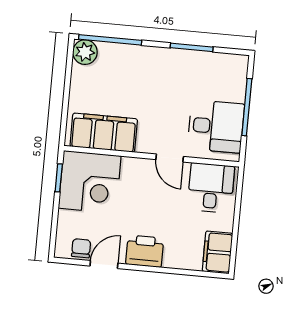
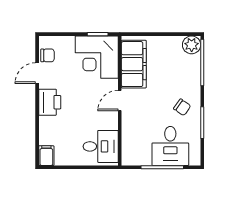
chair: (168, 73) -> (182, 107), added
desk: (216, 126) -> (170, 146), moved
door: (170, 158) -> (120, 101), moved
filing cabinet: (217, 252) -> (46, 156), width x0.50
door: (104, 265) -> (37, 73), swing flipped

